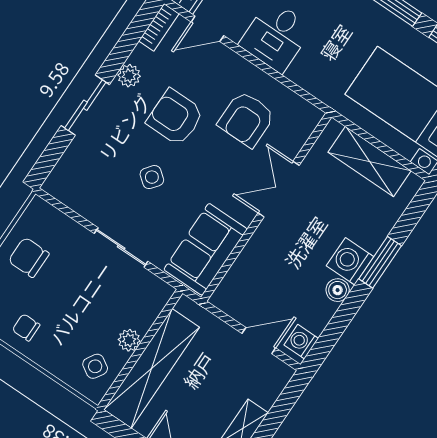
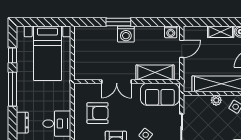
shelving: (369, 162) -> (155, 72), moved, turned 90
boiler: (338, 290) -> (141, 31), removed
door: (259, 341) -> (182, 49), swing flipped

